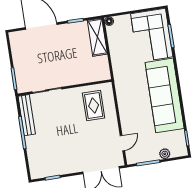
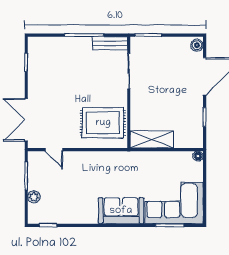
boiler: (16, 36) -> (197, 45), added
shelving: (97, 37) -> (152, 139), moved
sofa: (165, 95) -> (121, 211), width x0.54, depth x0.79
rug: (94, 106) -> (103, 123), width x1.36, depth x1.43
bench: (27, 115) -> (110, 43), width x0.73

